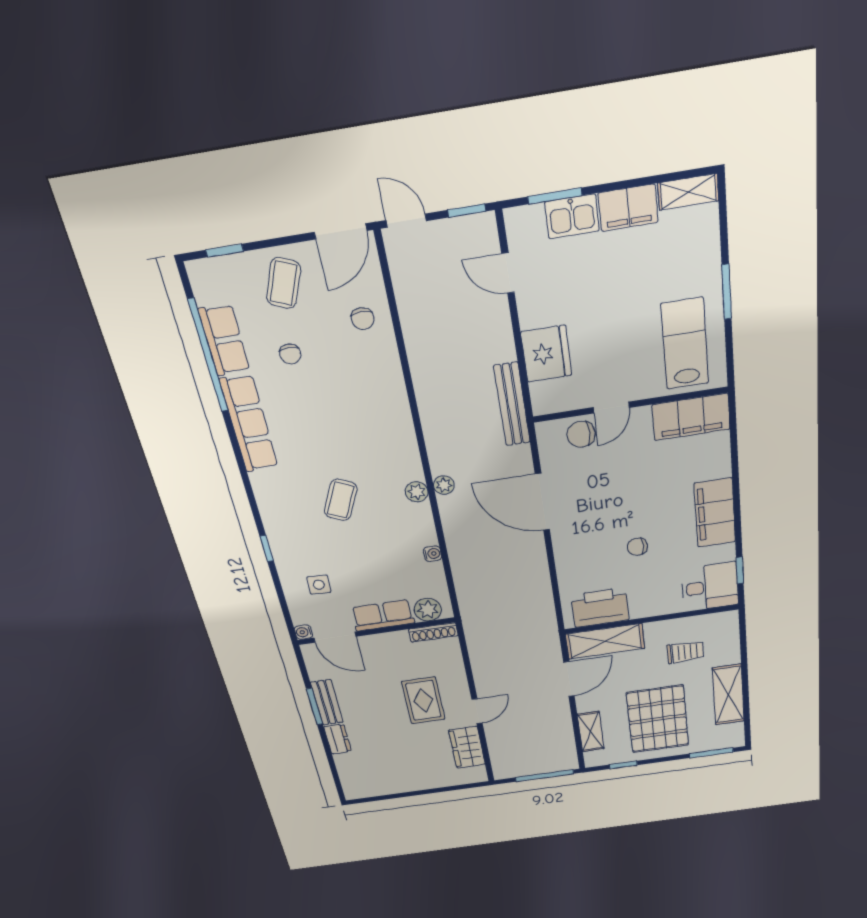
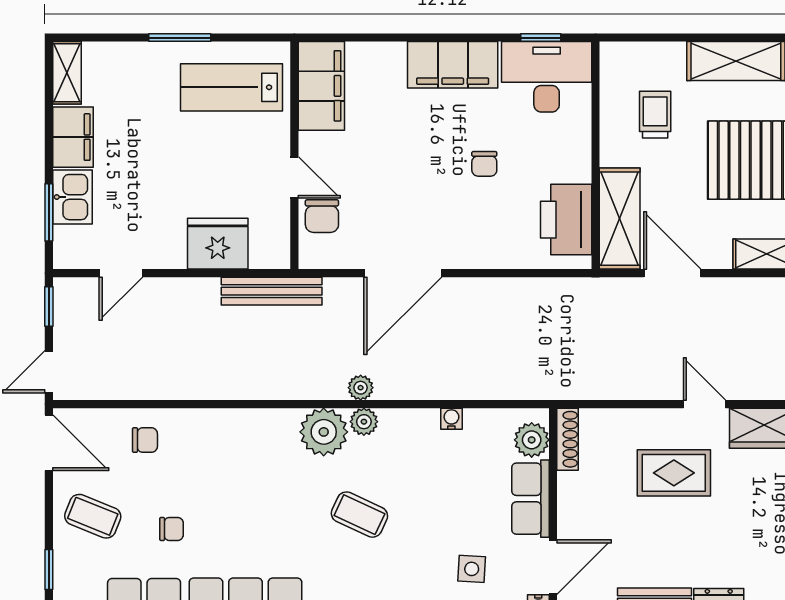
plant: (402, 463) -> (324, 432), added
desk: (710, 587) -> (547, 77), width x1.37

